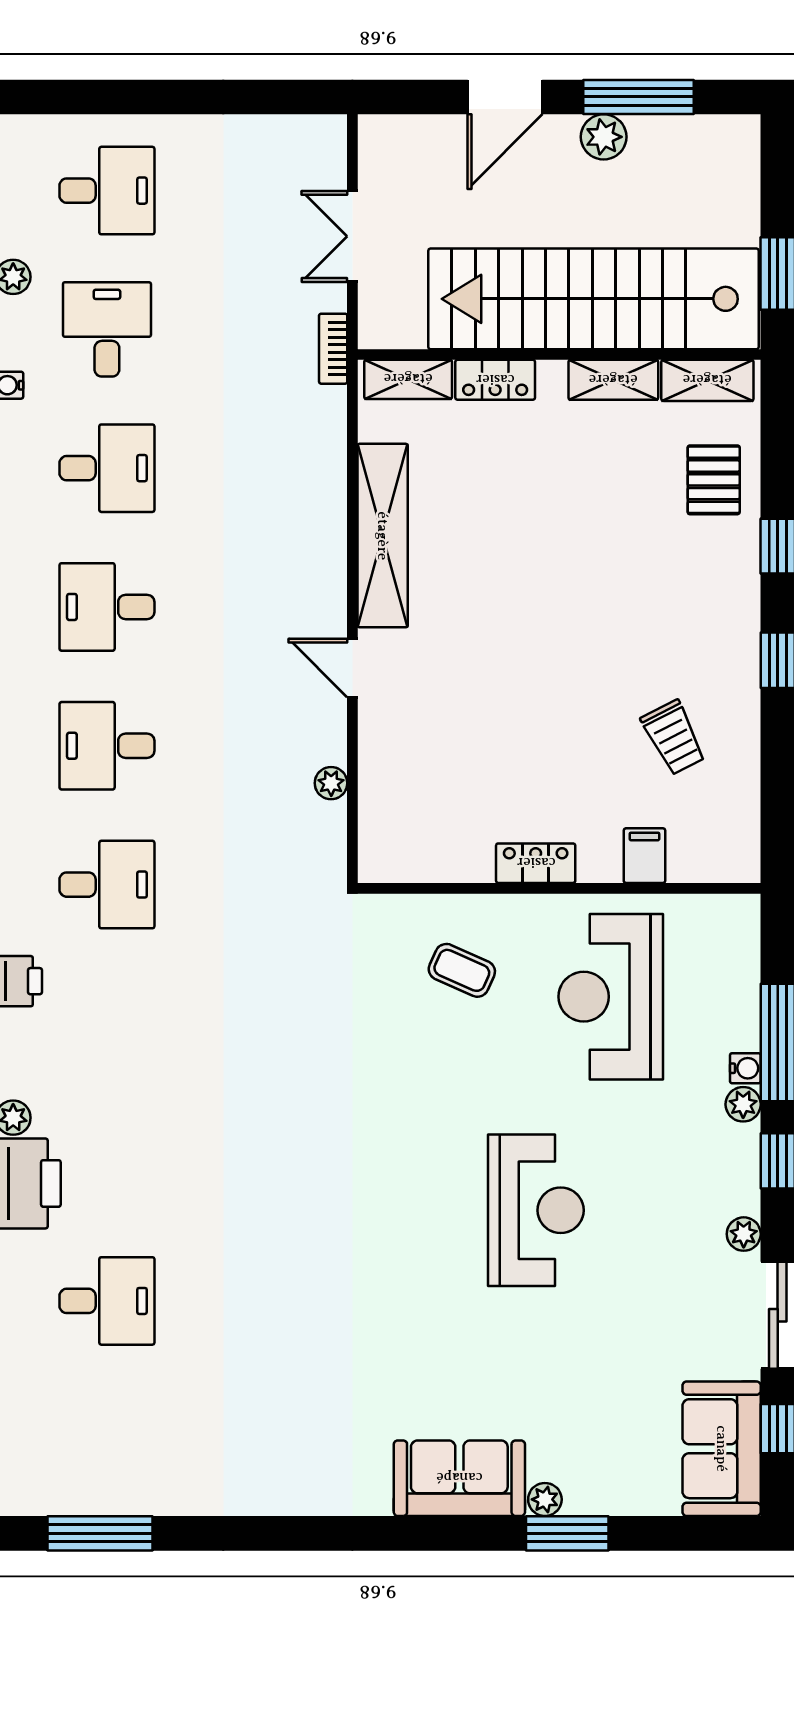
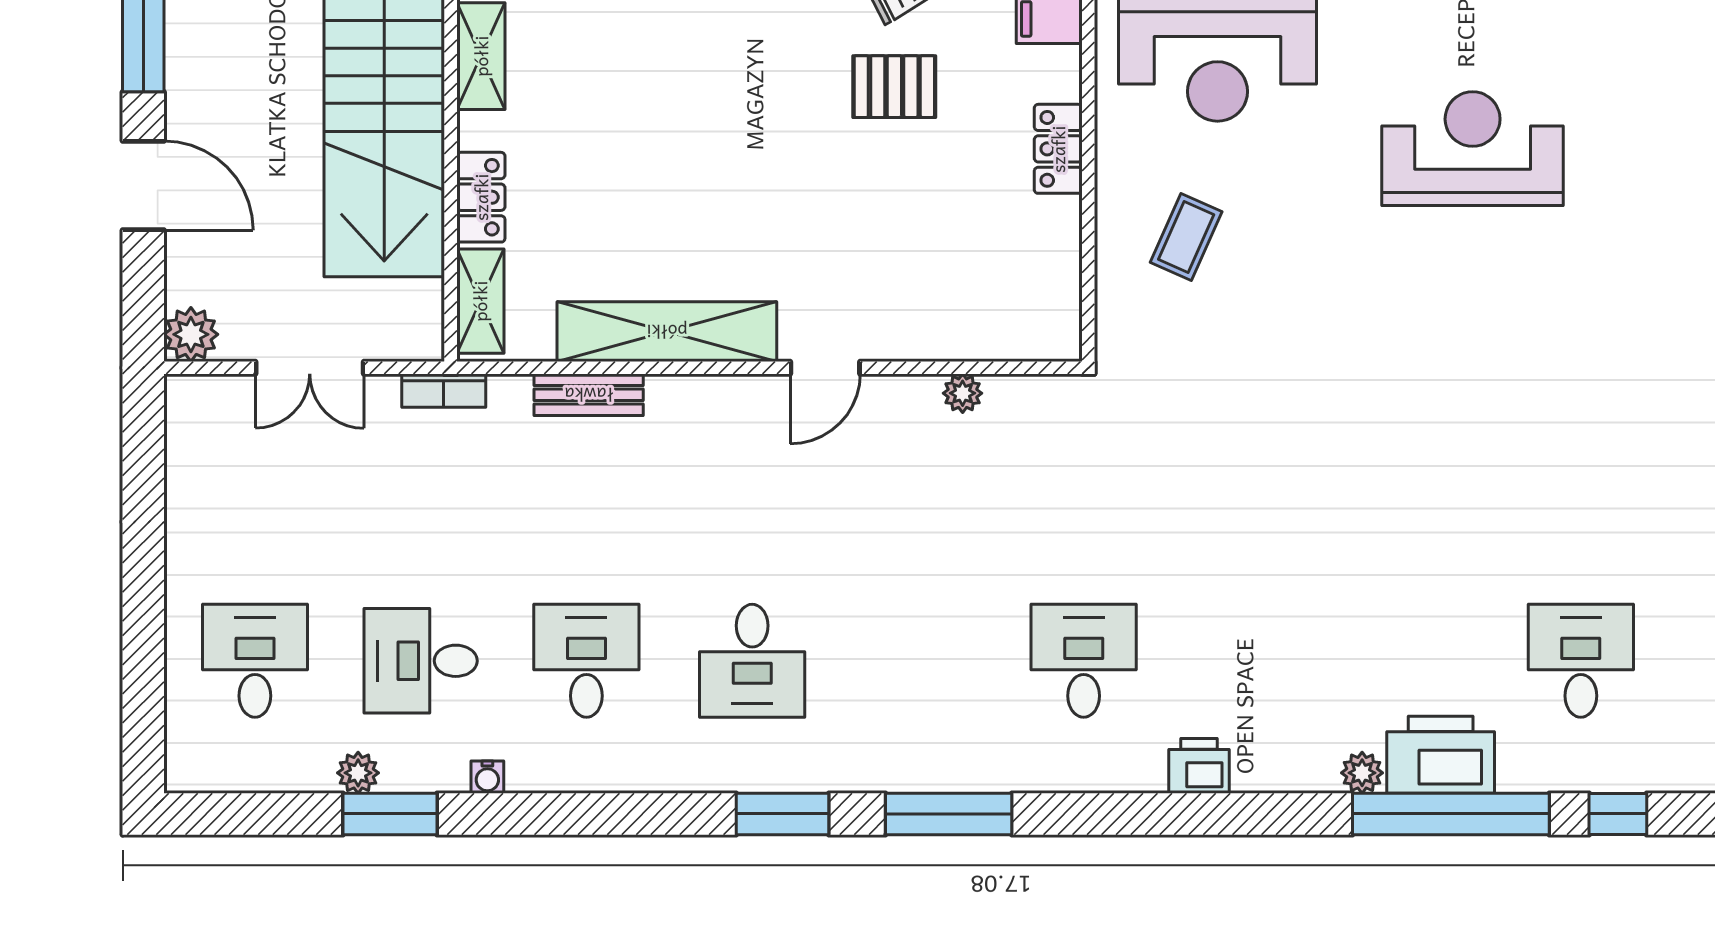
plant: (604, 137) -> (191, 334), moved
bench: (330, 470) -> (589, 395), added
pallet: (588, 726) -> (894, 87), added
desk: (107, 746) -> (918, 661), removed

